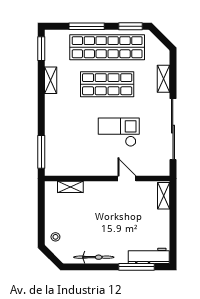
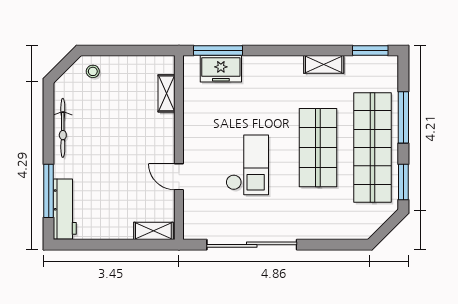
shelving: (164, 79) -> (326, 231), removed
freezer: (54, 150) -> (221, 69), added
door: (127, 178) -> (179, 177), swing flipped

